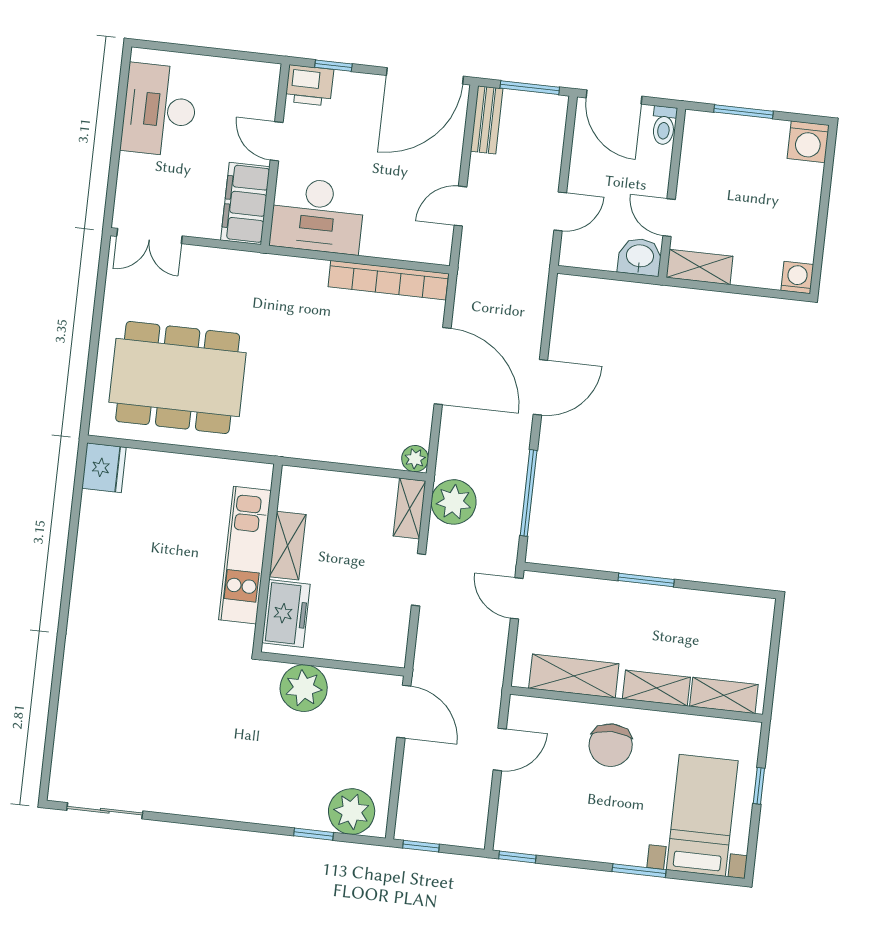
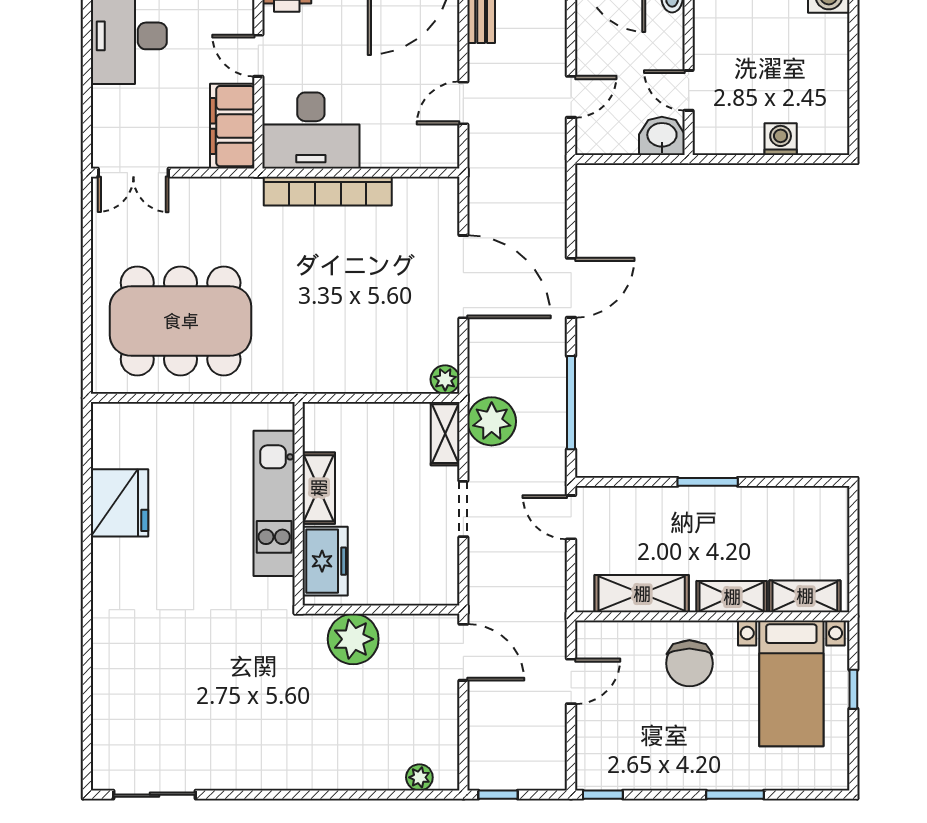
shelving: (700, 267) -> (727, 140), removed
washing machine: (797, 278) -> (781, 139), moved
bookcase: (388, 280) -> (328, 191), moved
fridge: (104, 468) -> (120, 503), moved, width x1.36, depth x1.34
plant: (352, 812) -> (419, 777), width x0.53, depth x0.53
bed with nightstands: (702, 815) -> (791, 683), moved, turned 180
window: (314, 834) -> (381, 795), removed

